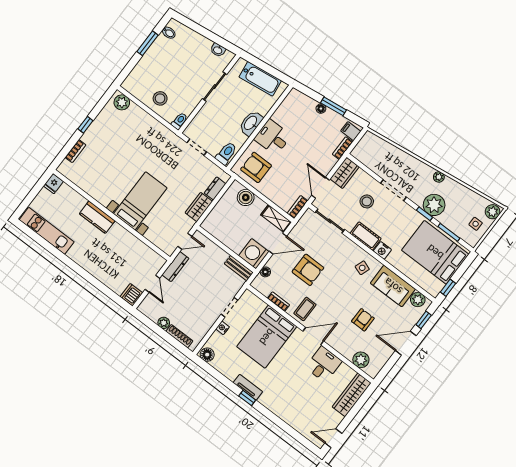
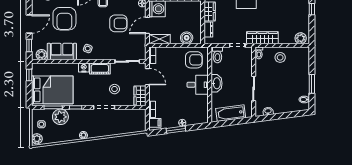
wardrobe: (163, 135) -> (262, 38), added
plant: (434, 205) -> (60, 117), moved
armchair: (308, 270) -> (118, 23), turned 180
armchair: (363, 320) -> (64, 19), width x1.88, depth x1.88

